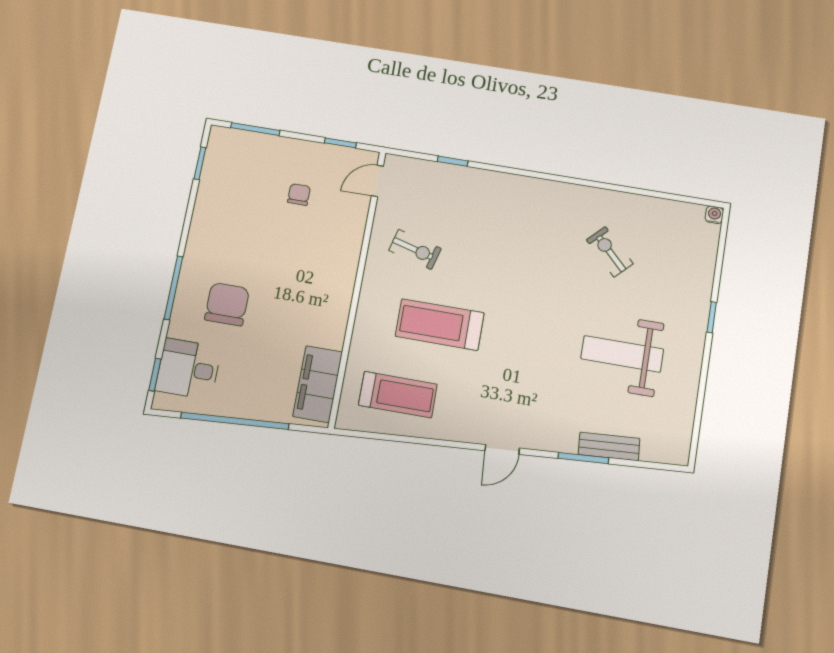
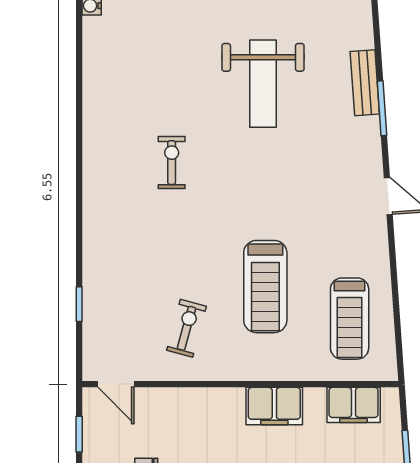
exercise bike: (610, 252) -> (172, 163), moved, turned 135
filing cabinet: (333, 314) -> (274, 406), added
filing cabinet: (318, 384) -> (354, 405), width x0.67, depth x0.86
treadmill: (398, 395) -> (350, 319), turned 180

